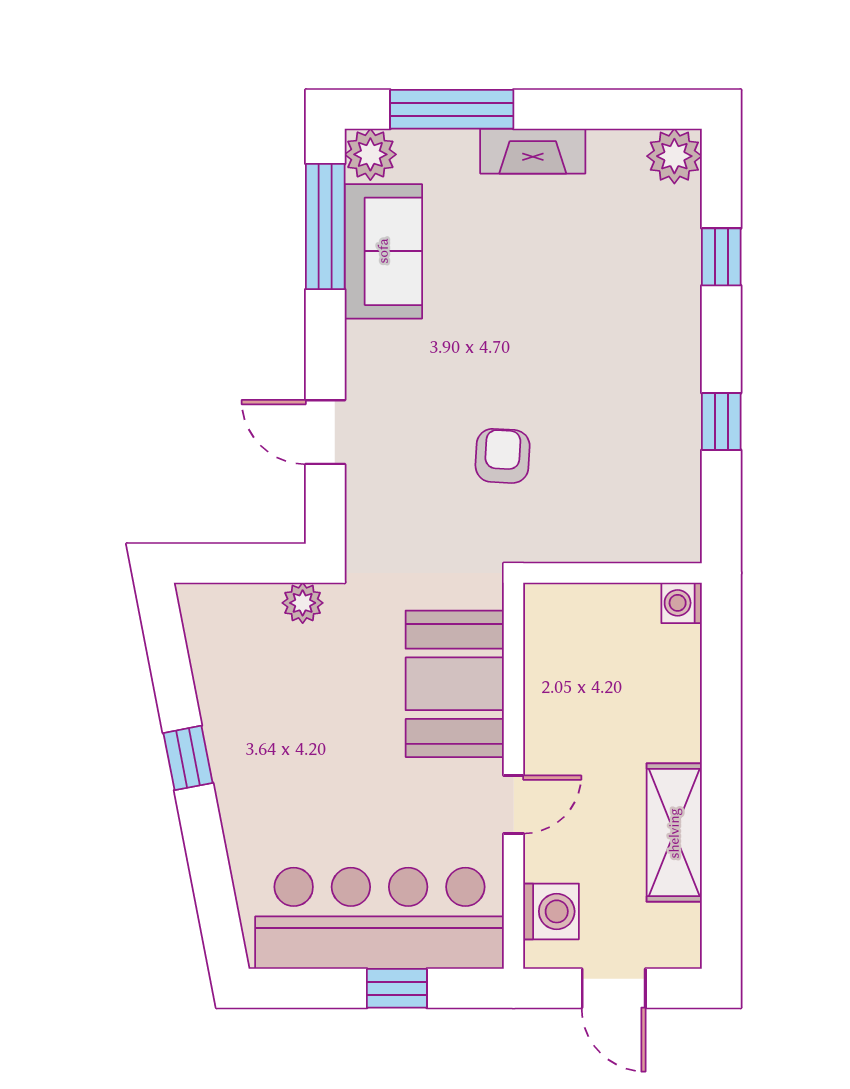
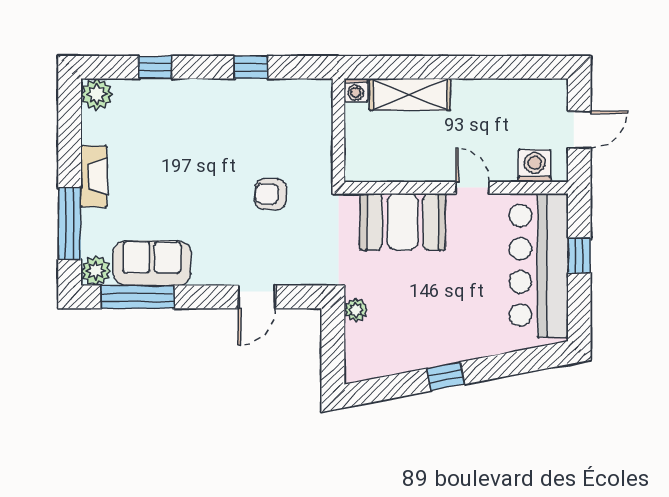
shelving: (674, 833) -> (410, 94), moved

